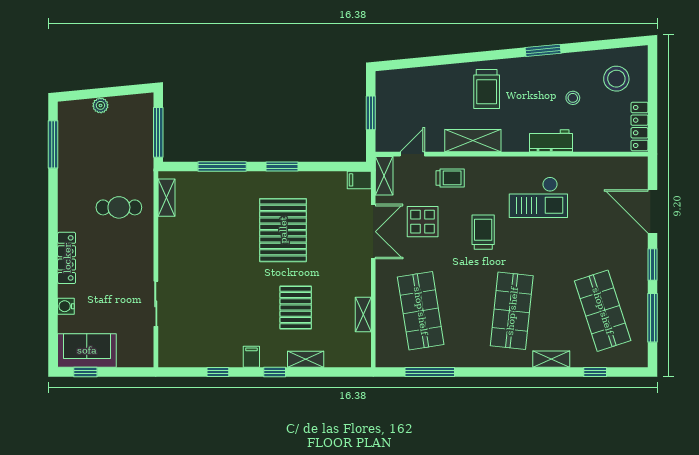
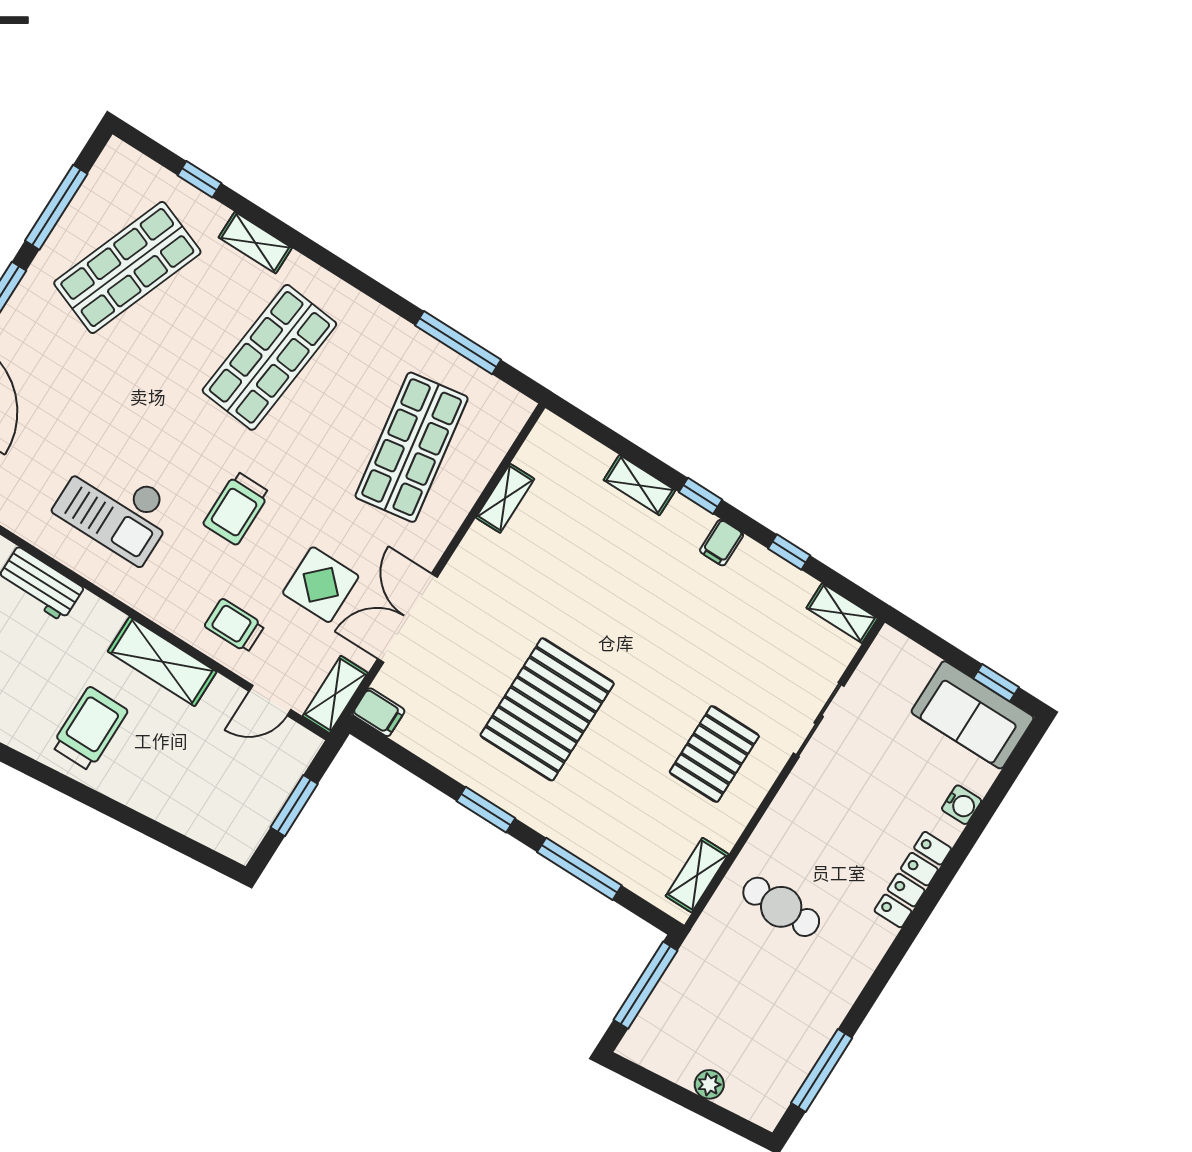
checkout: (538, 197) -> (116, 508), turned 180
pallet: (296, 308) -> (714, 754), moved
shop shelf: (603, 311) -> (127, 268), turned 39
shelving: (176, 359) -> (842, 613), added

